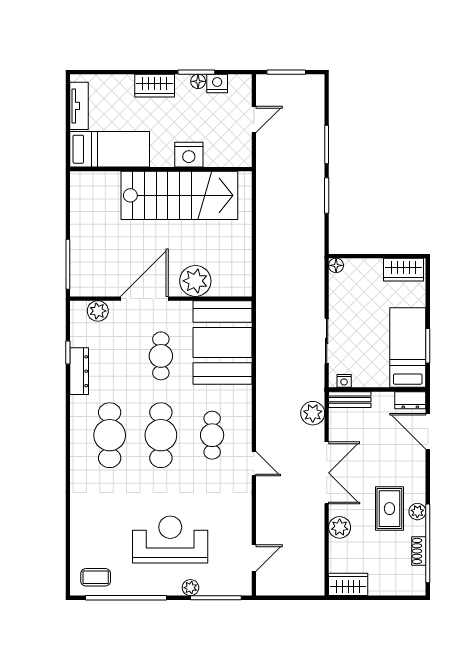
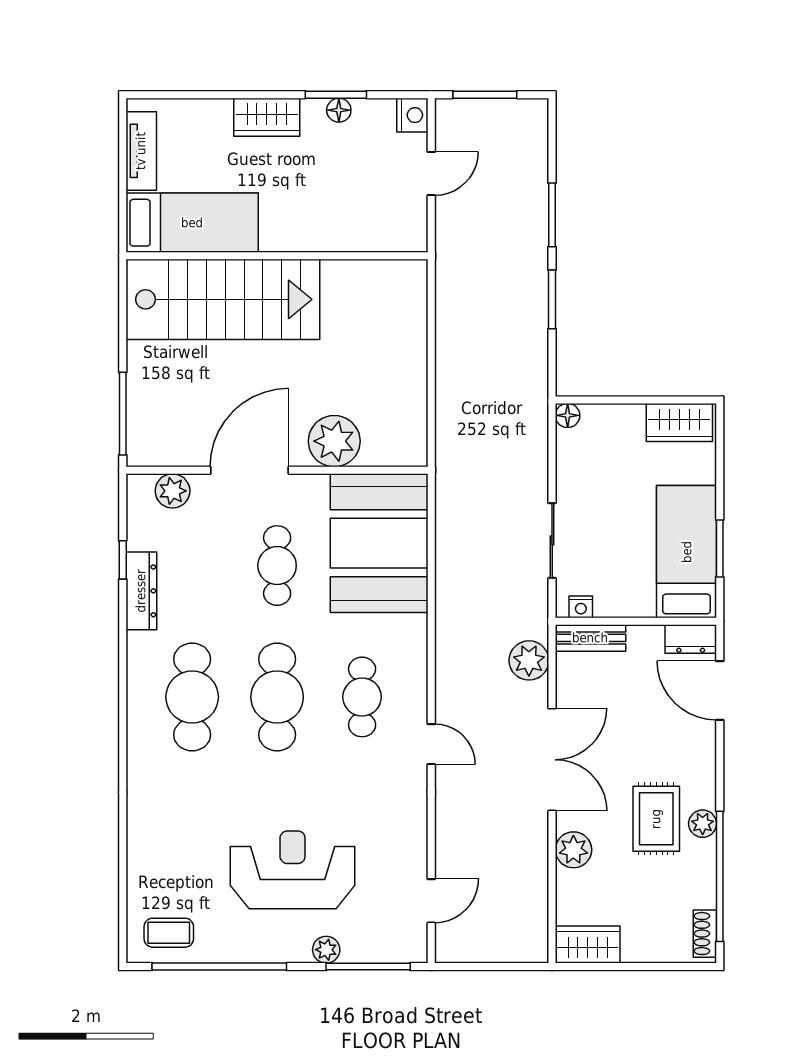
nightstand: (217, 84) -> (412, 115), moved, turned 90
nightstand: (189, 155) -> (323, 232), removed
stairs: (179, 195) -> (223, 299), moved
shoe rack: (419, 551) -> (705, 934), moved

